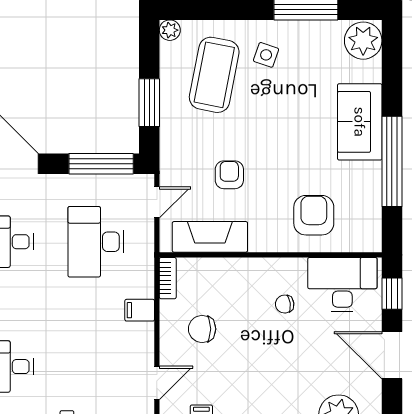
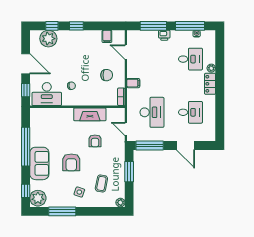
window: (392, 58) -> (26, 191), added
coffee table: (214, 75) -> (101, 184), width x0.54, depth x0.58
door: (157, 202) -> (126, 129), hinge flipped
armchair: (314, 215) -> (71, 162), moved
fireplace: (210, 237) -> (90, 114), moved
door: (157, 383) -> (126, 52), hinge flipped

